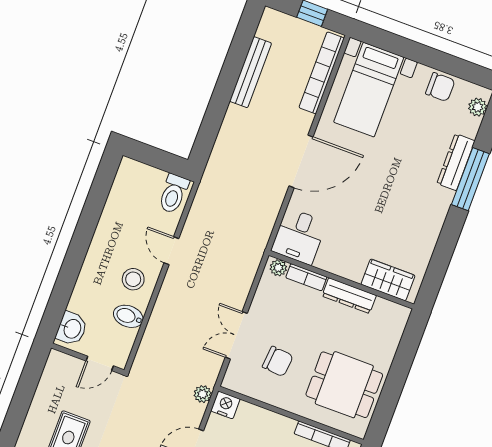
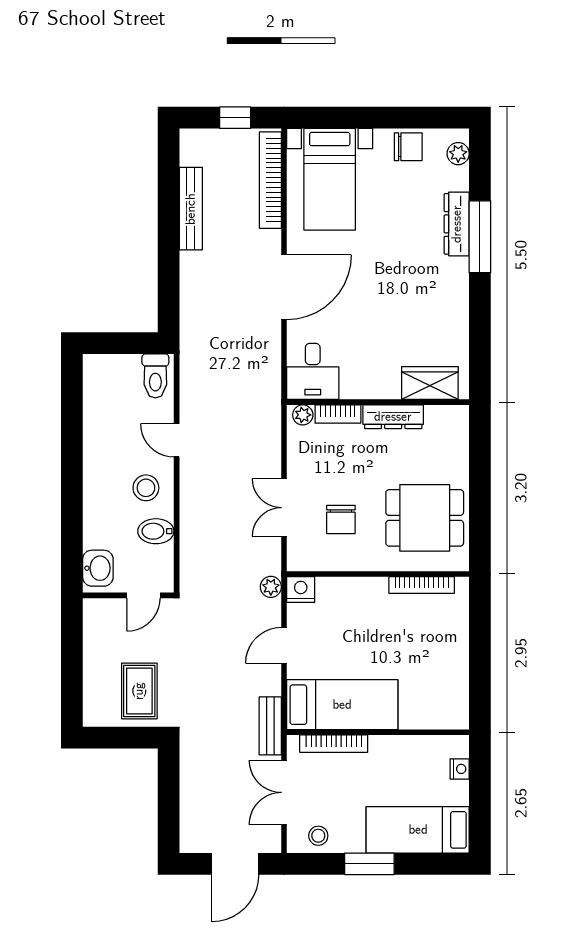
chair: (278, 361) -> (341, 519), turned 85

